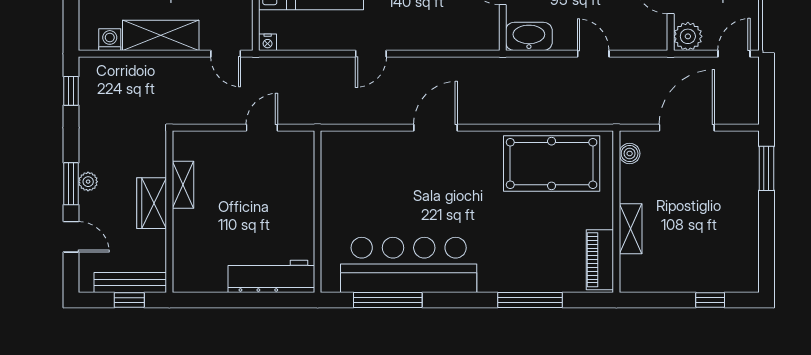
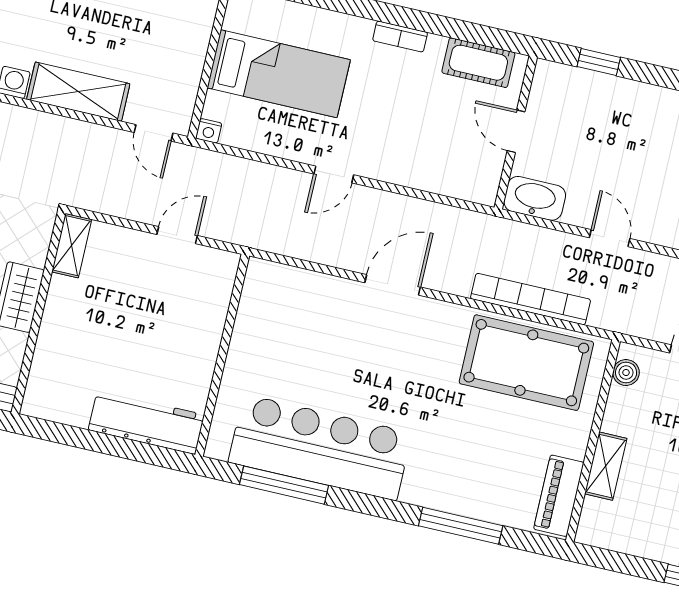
bookcase: (543, 114) -> (531, 299), added
shelving: (183, 185) -> (72, 246), moved

